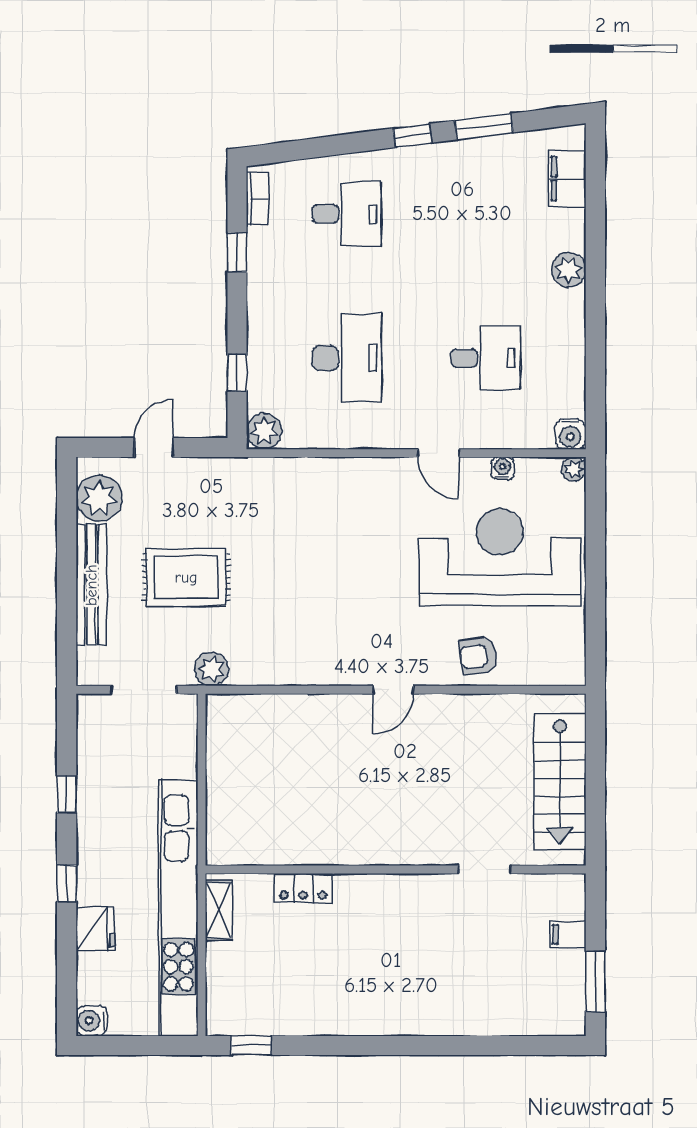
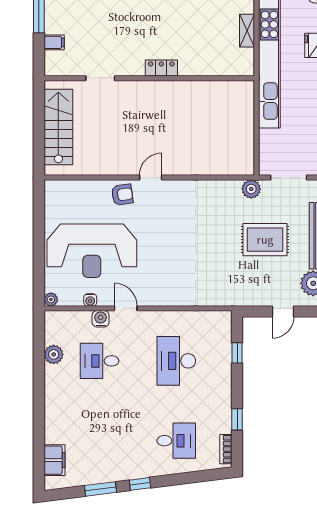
desk: (347, 214) -> (176, 441), turned 180
plant: (569, 270) -> (54, 354), moved
plant: (264, 431) -> (222, 321), removed
water cooler: (570, 434) -> (101, 319), moved
armchair: (478, 656) -> (122, 195), moved
locker: (303, 888) -> (161, 68), moved
shelving: (219, 910) -> (247, 31), moved

